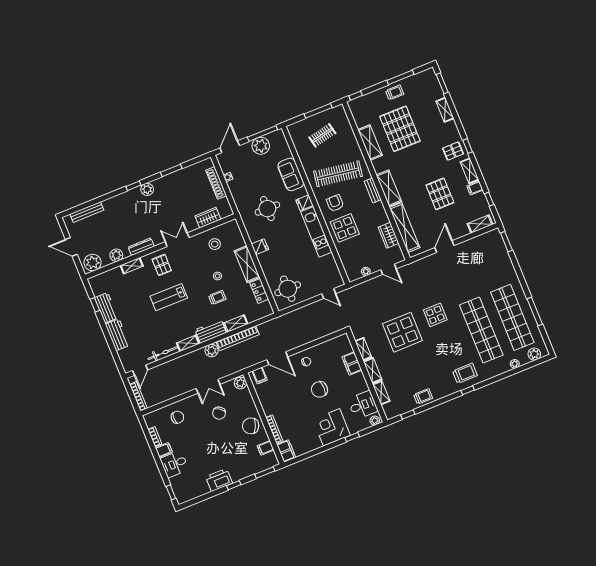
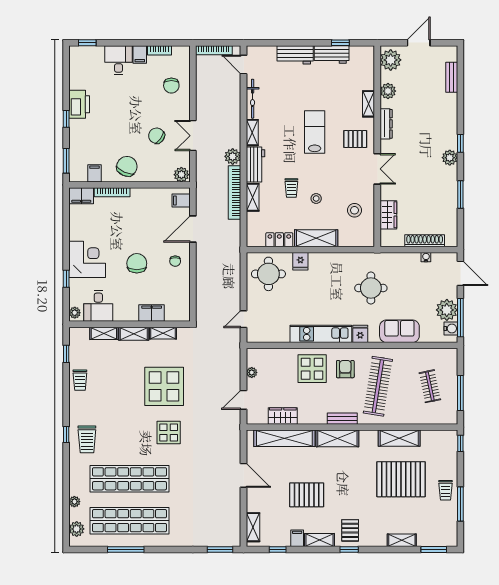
water cooler: (273, 137) -> (451, 328), added
armchair: (335, 203) -> (345, 369), turned -90
bench: (87, 212) -> (452, 77), width x0.73
fridge: (260, 247) -> (300, 261), moved

